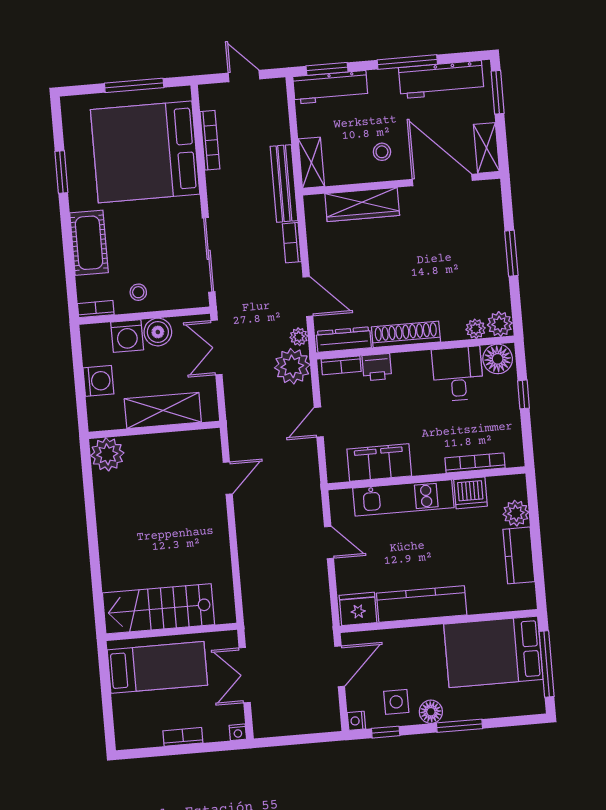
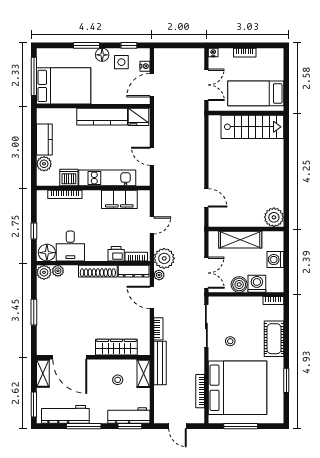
stool: (382, 152) -> (118, 380), moved
stool: (138, 292) -> (230, 341), moved
door: (228, 478) -> (206, 198), swing flipped
nightstand: (356, 721) -> (145, 66), moved

